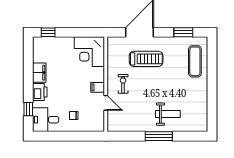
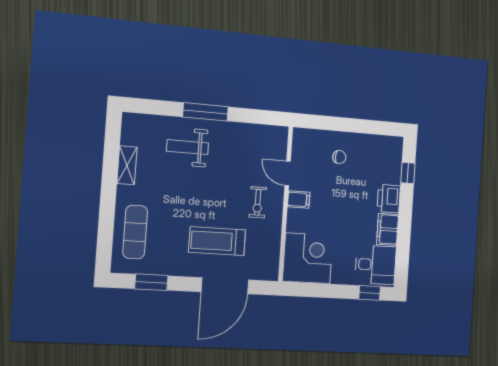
shelving: (203, 100) -> (127, 165), added
desk: (46, 120) -> (376, 265), moved

